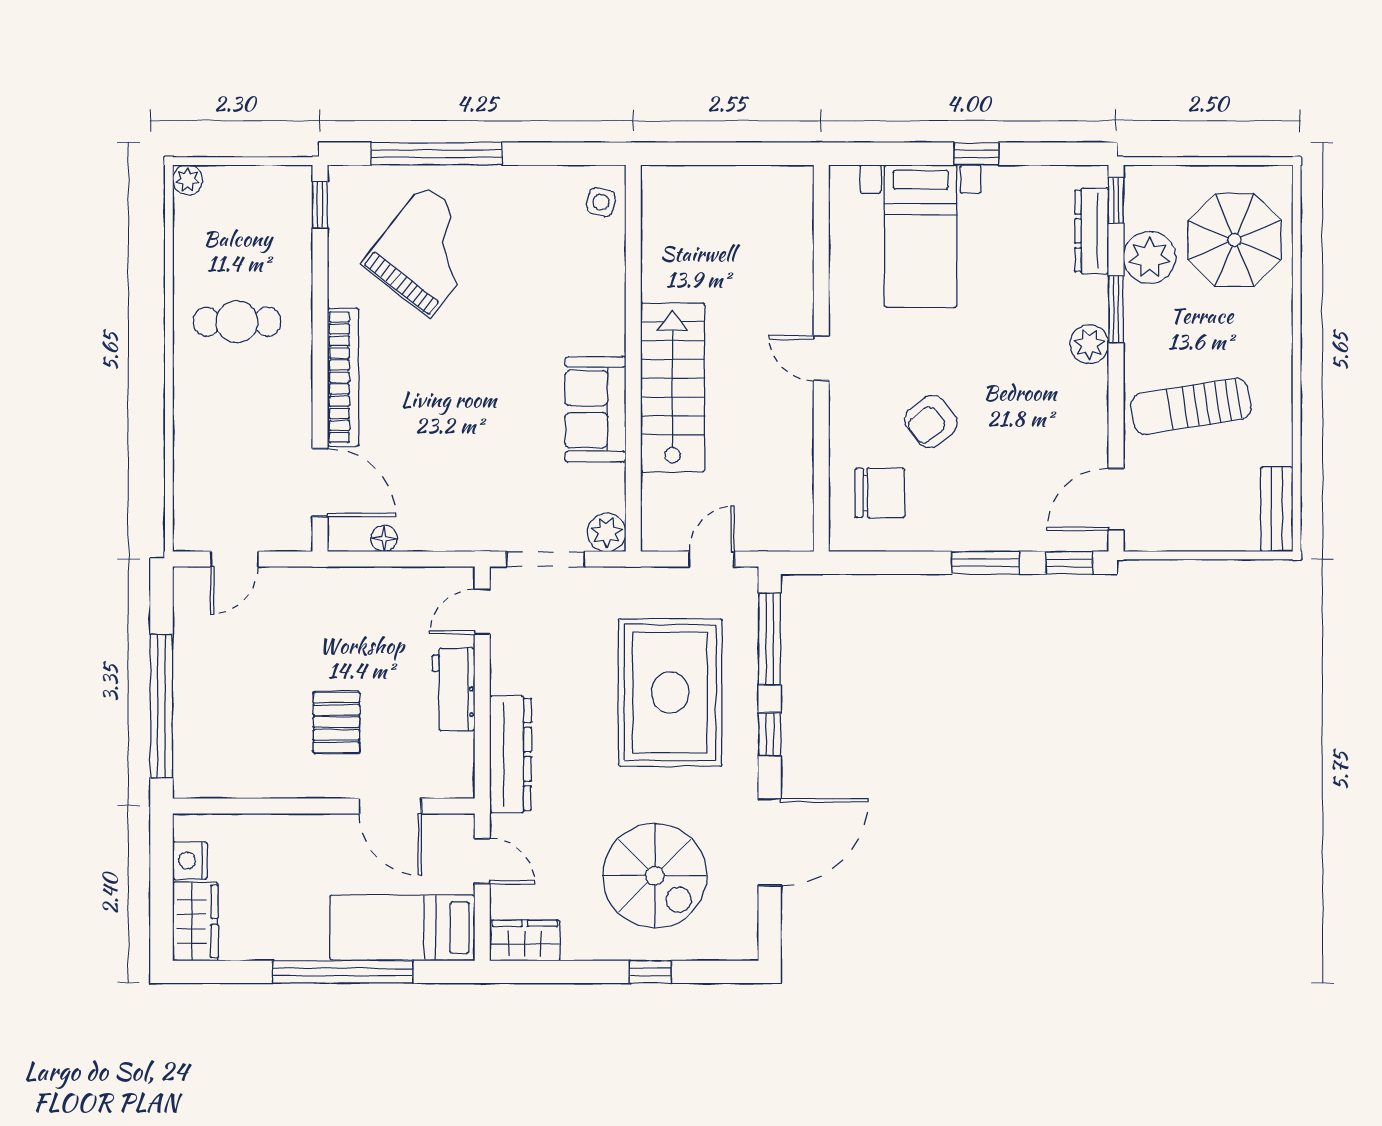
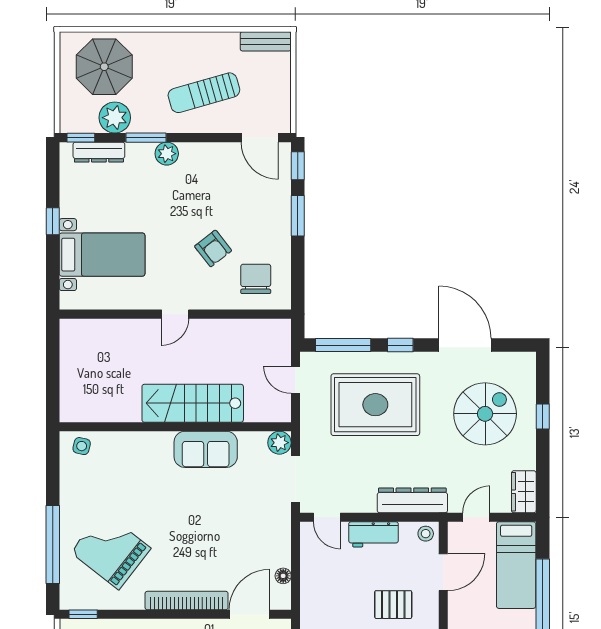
sun lounger: (1191, 406) -> (204, 93), turned 83
stool: (455, 777) -> (426, 534), added

